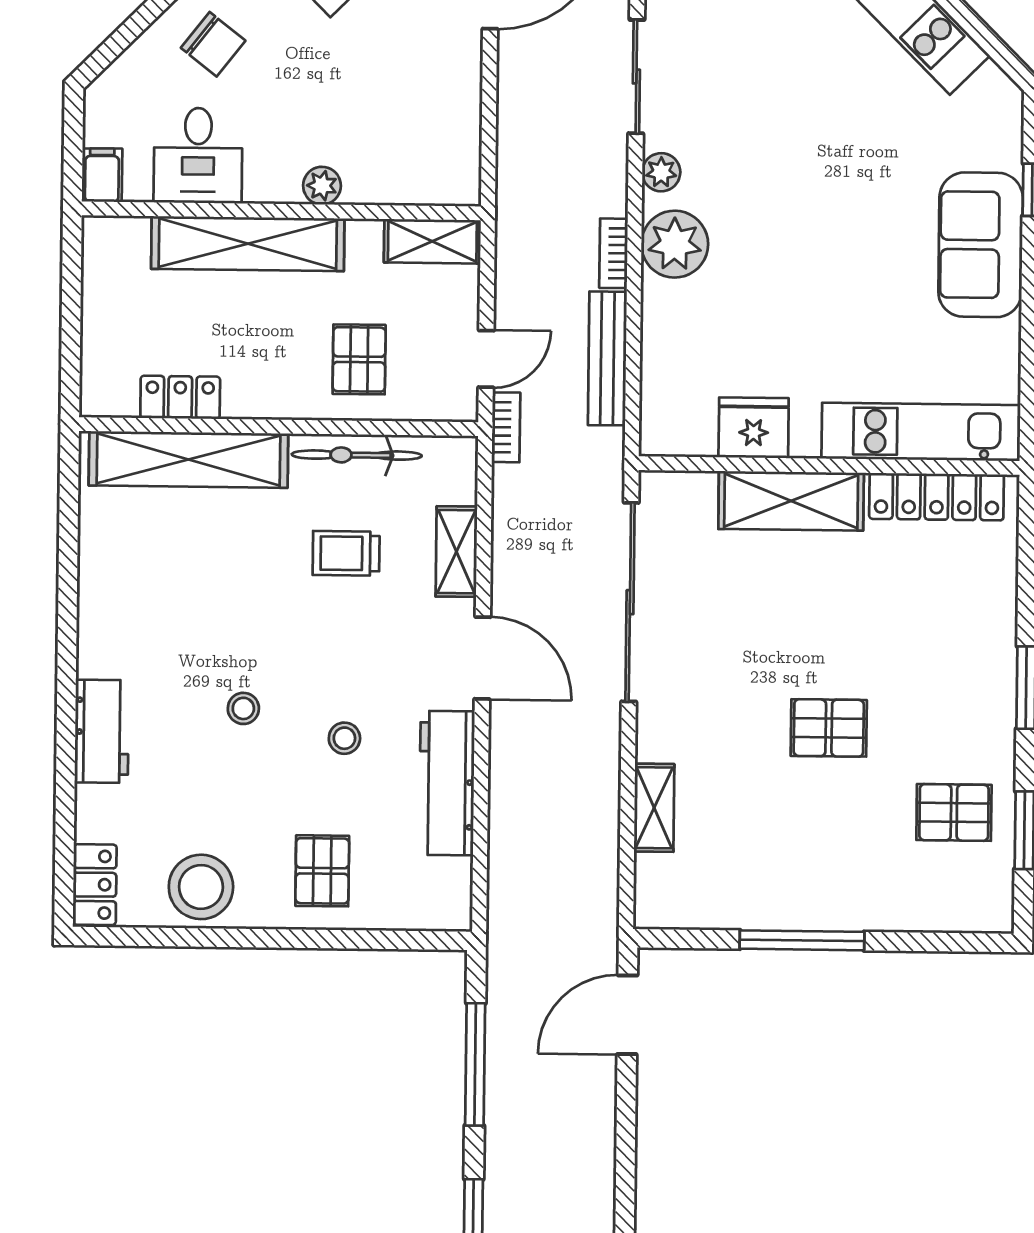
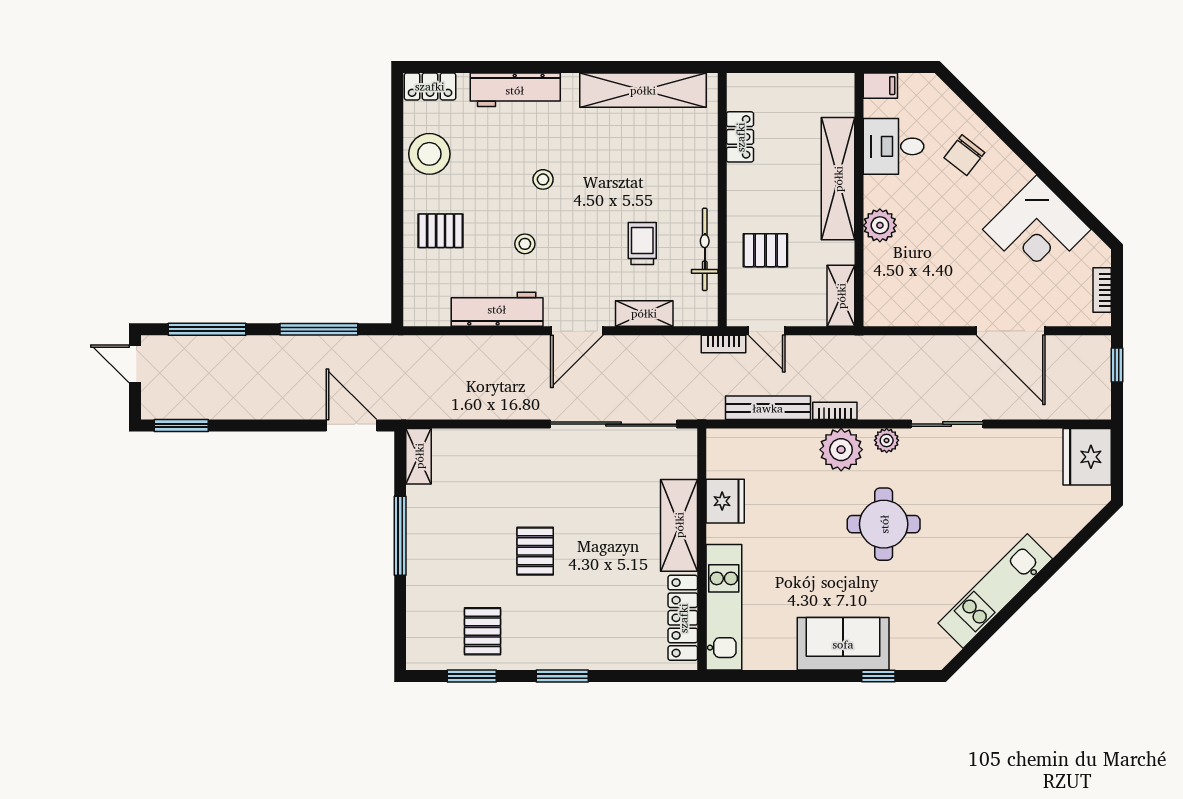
round table: (793, 178) -> (884, 524), added
plant: (322, 186) -> (880, 225), width x1.38, depth x1.38
shelving: (188, 460) -> (643, 90), moved, turned 90
workbench: (102, 731) -> (515, 90), width x1.38
shelving: (654, 808) -> (419, 456), moved, turned 90

